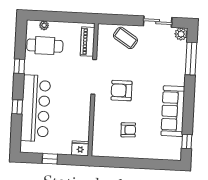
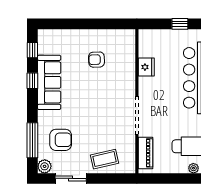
coffee table: (125, 38) -> (105, 159), turned -46
armchair: (121, 91) -> (61, 140), moved
window: (188, 113) -> (32, 81), added
fridge: (80, 148) -> (146, 67), moved, turned -90

